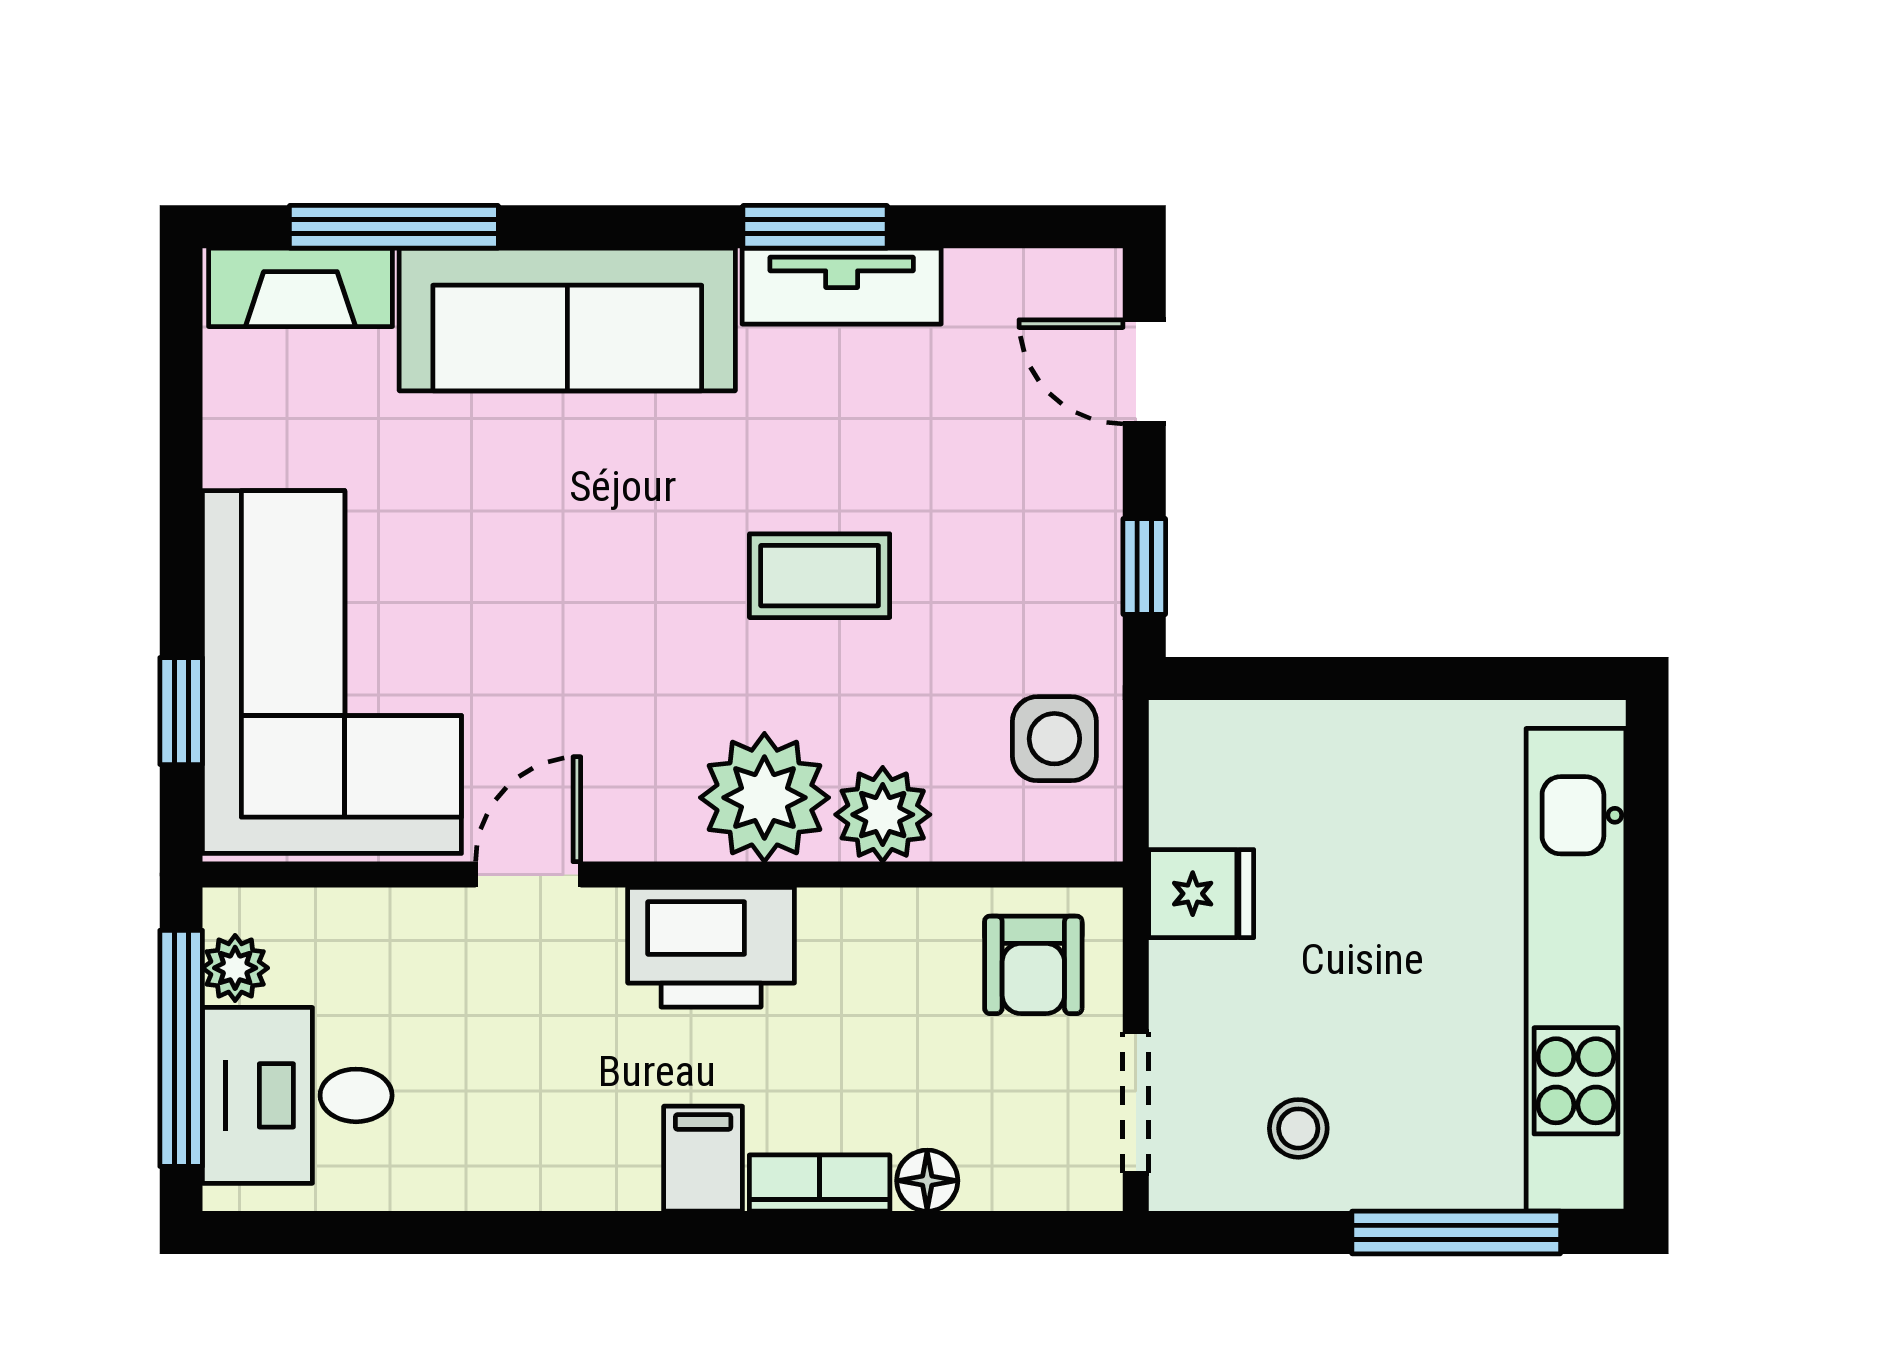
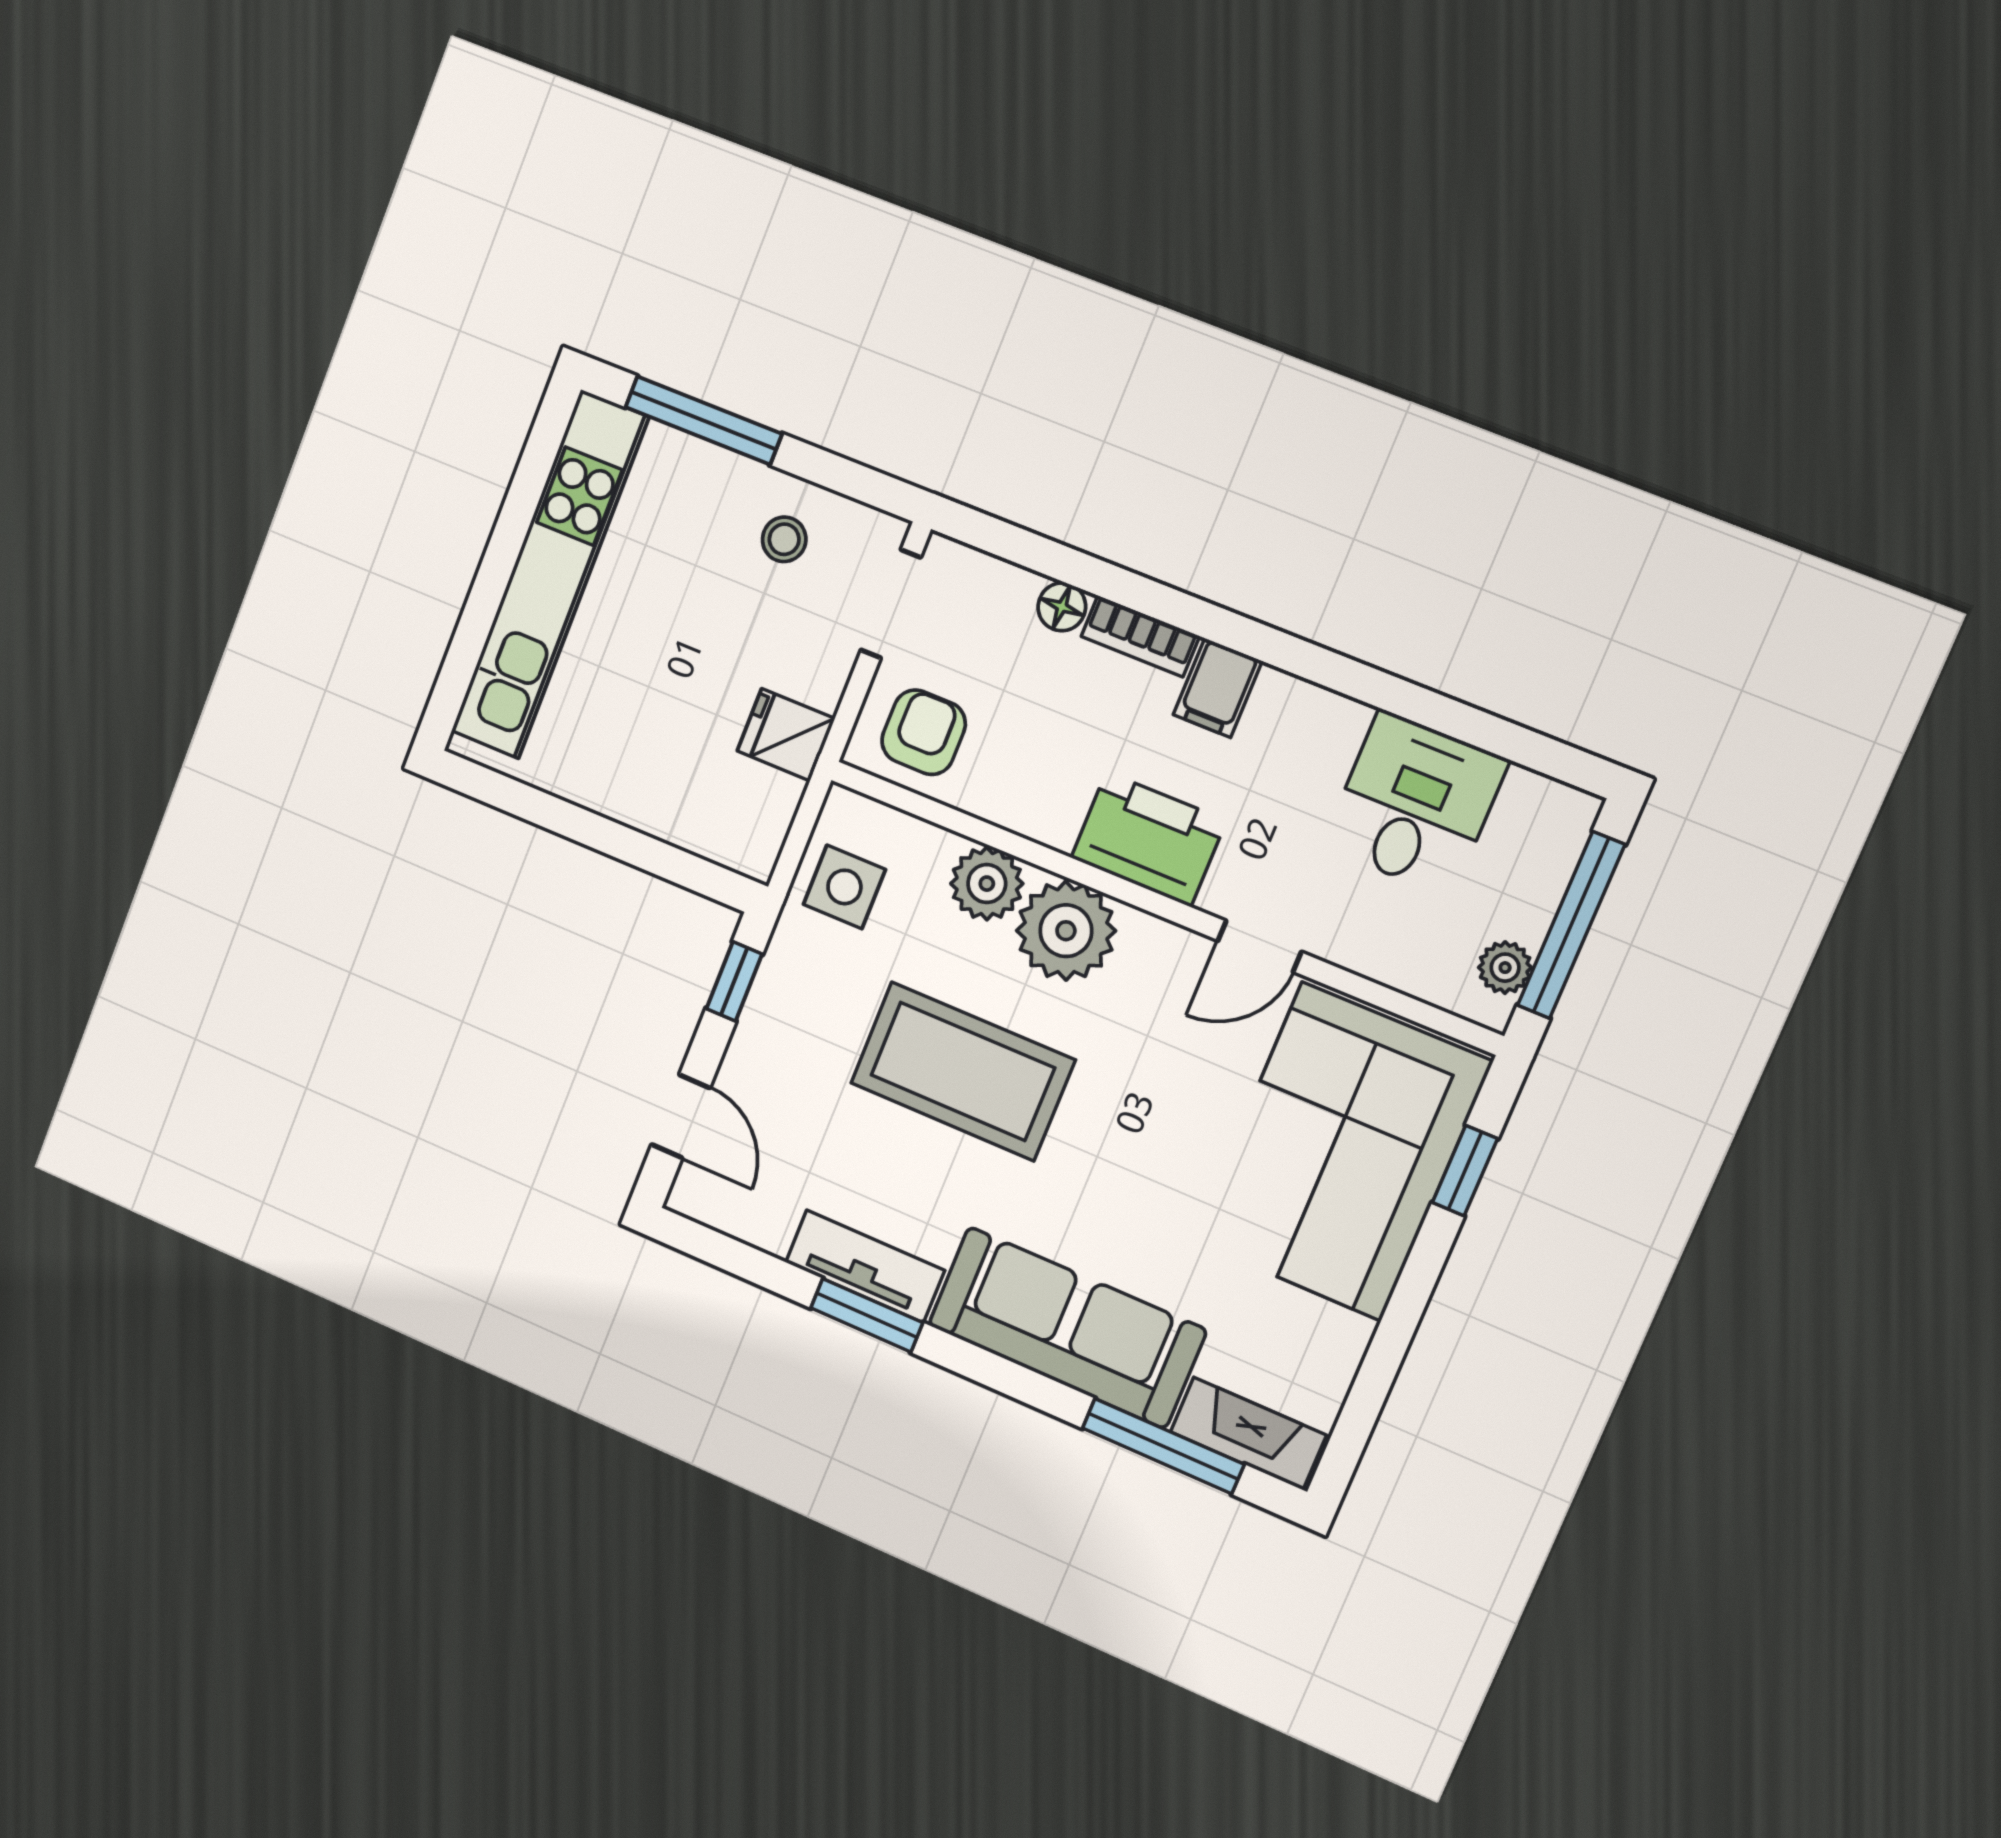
coffee table: (820, 576) -> (963, 1071), width x1.86, depth x1.72
desk: (297, 1095) -> (1415, 803), moved, turned -90

